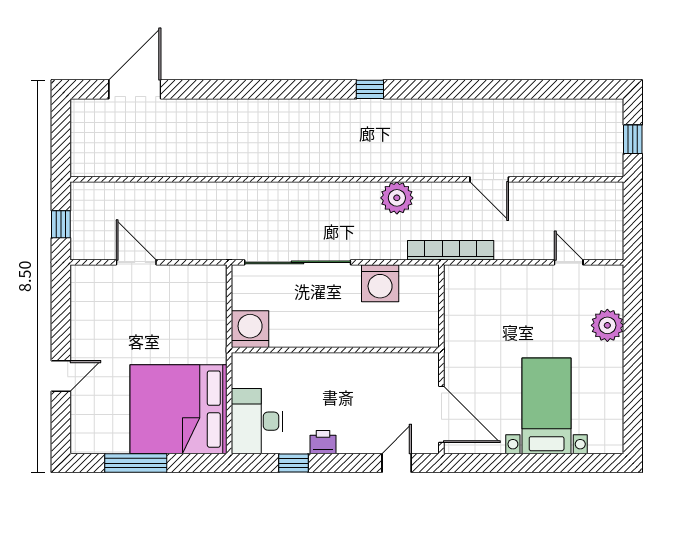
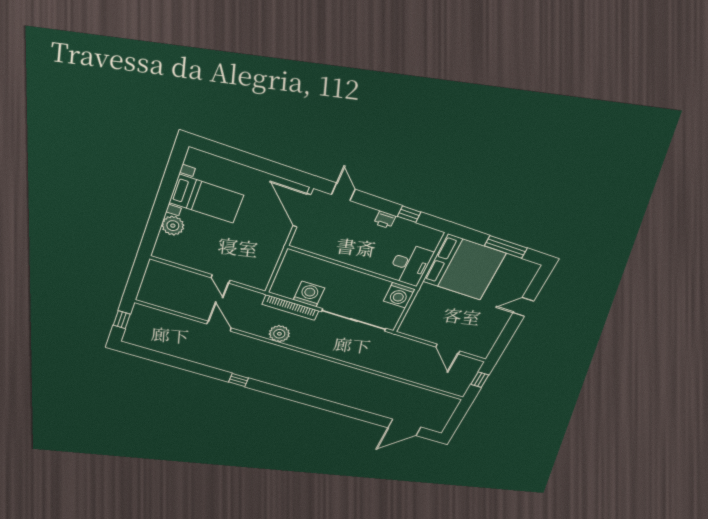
window: (370, 89) -> (238, 380), moved
bookcase: (451, 250) -> (290, 307), moved
door: (569, 262) -> (221, 279), moved
bed with nightstands: (547, 406) -> (206, 199), moved, turned -90
desk: (257, 421) -> (410, 265), moved
door: (397, 463) -> (343, 192), swing flipped

